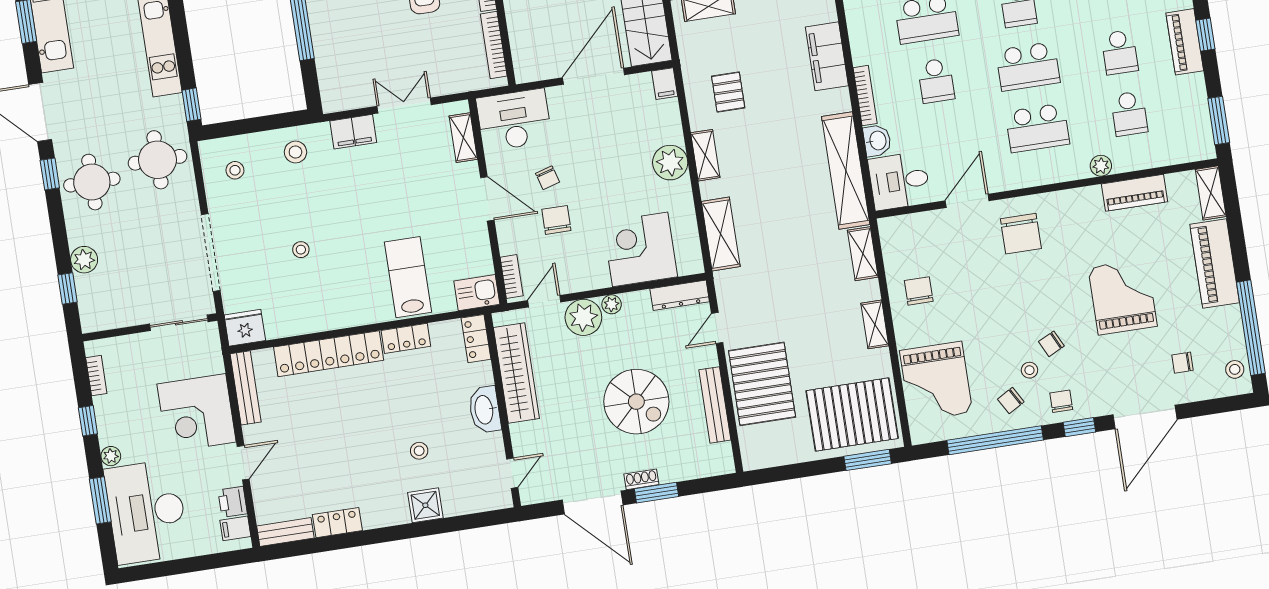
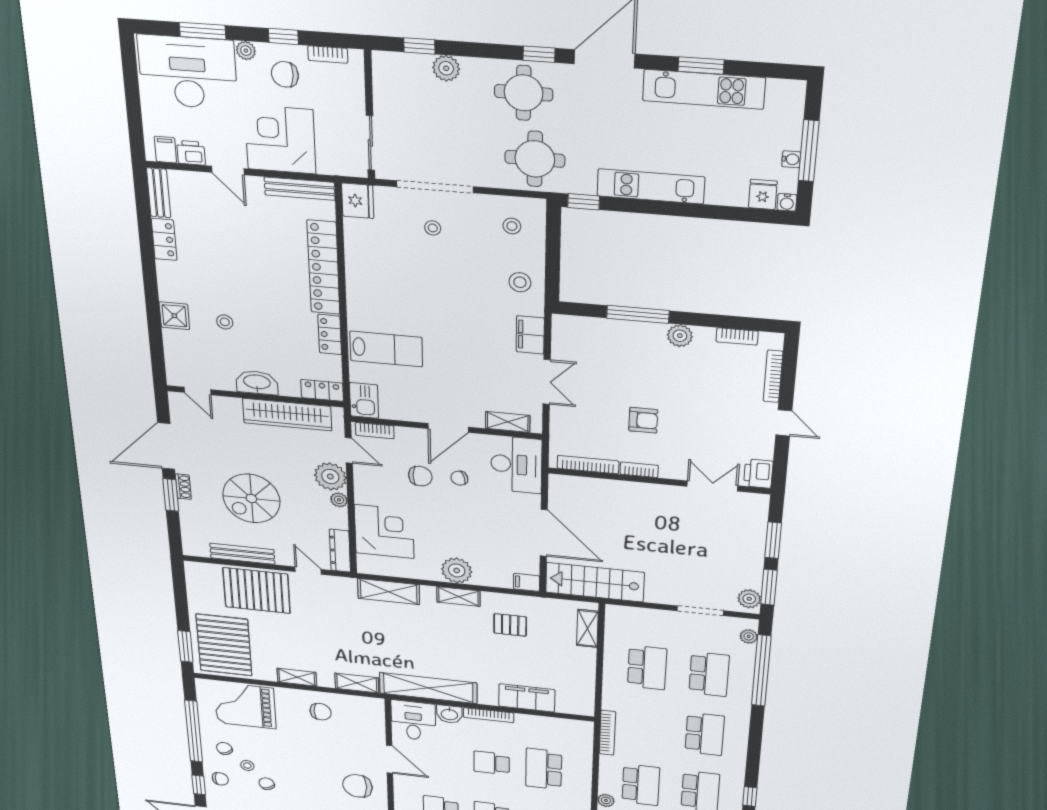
stool: (301, 250) -> (433, 228), moved
chair: (127, 415) -> (285, 74), added

